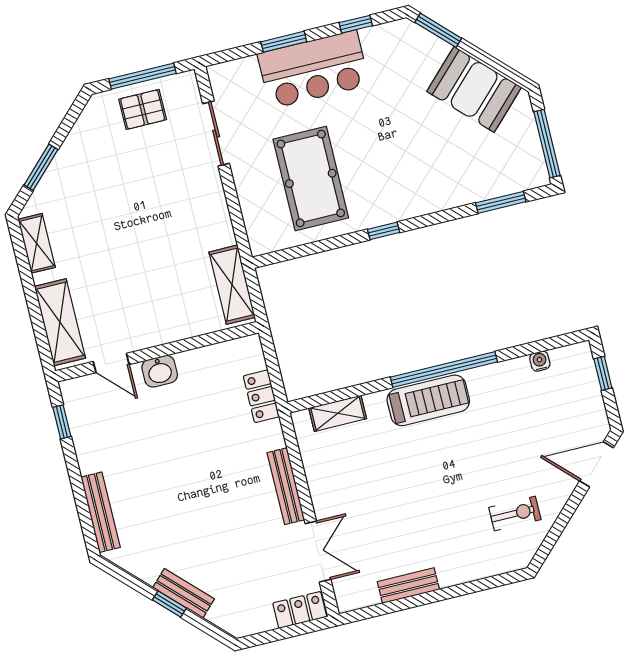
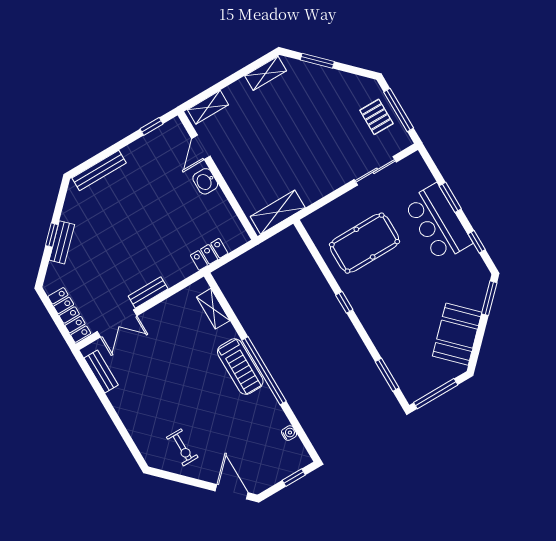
shelving: (60, 322) -> (208, 107), width x0.67, depth x0.75
bench: (286, 486) -> (148, 292), width x0.73
bench: (408, 586) -> (101, 371), moved
locker: (300, 610) -> (69, 315), width x1.53

